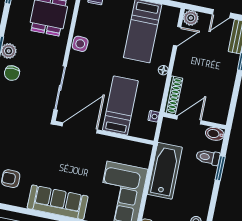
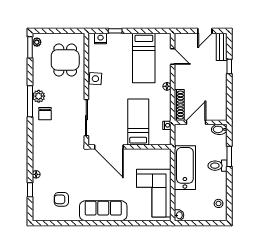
plant: (191, 18) -> (181, 39), removed
door: (177, 36) -> (173, 57), hinge flipped
door: (80, 128) -> (109, 147), swing flipped
toilet: (208, 157) -> (218, 166), moved

